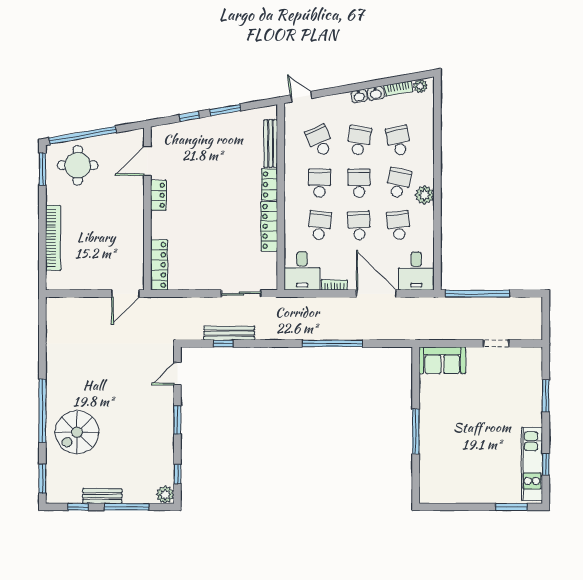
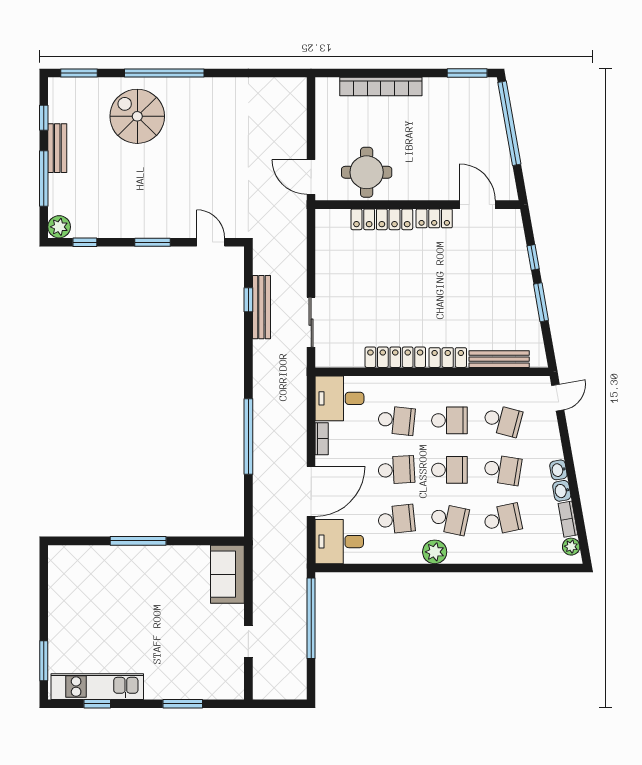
school desk: (320, 141) -> (503, 420), turned 39
round table: (78, 165) -> (367, 172), moved
locker: (159, 265) -> (382, 219), moved

